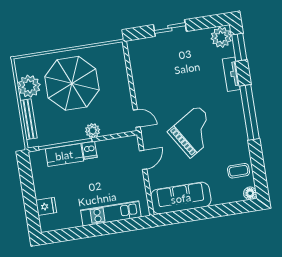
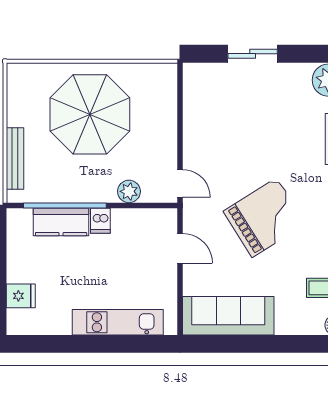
plant: (29, 86) -> (24, 108), removed
plant: (93, 131) -> (129, 191), moved
door: (143, 160) -> (180, 248), hinge flipped

